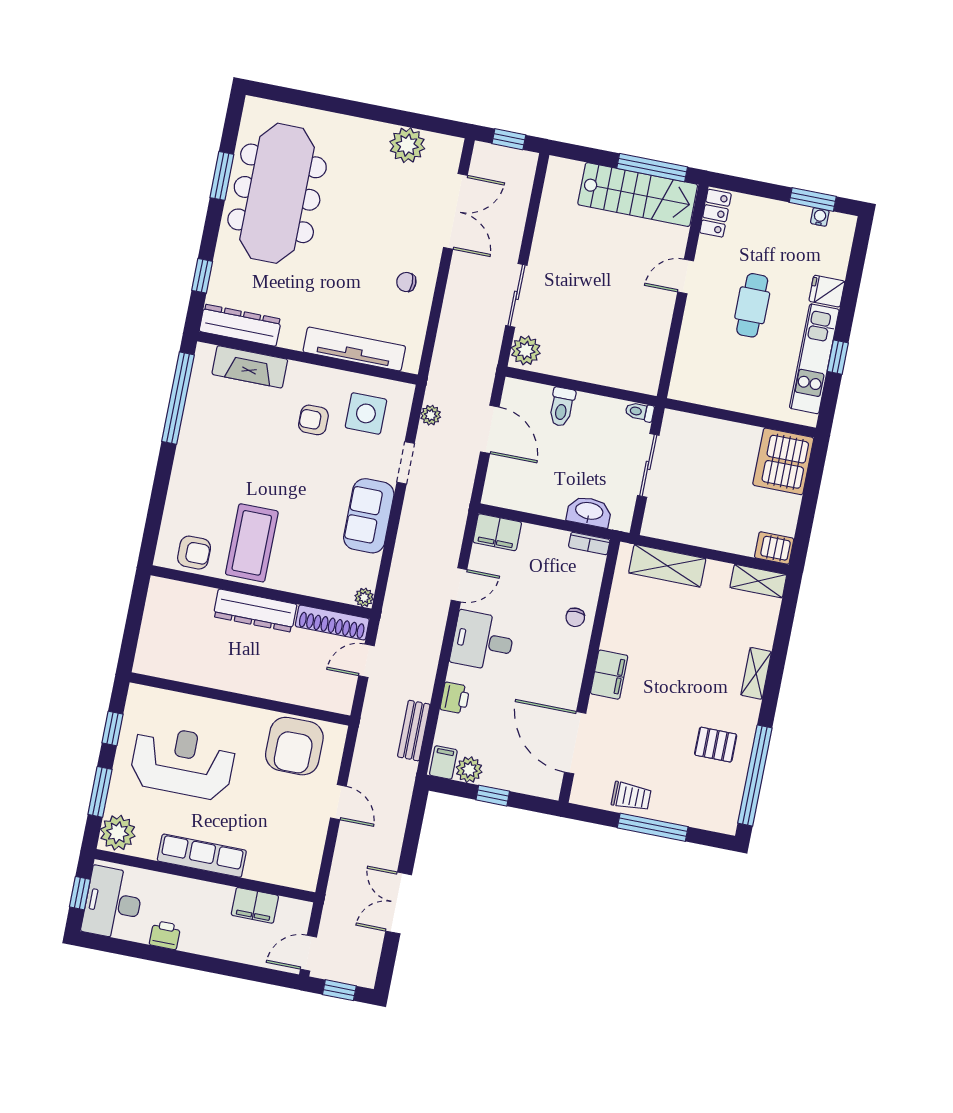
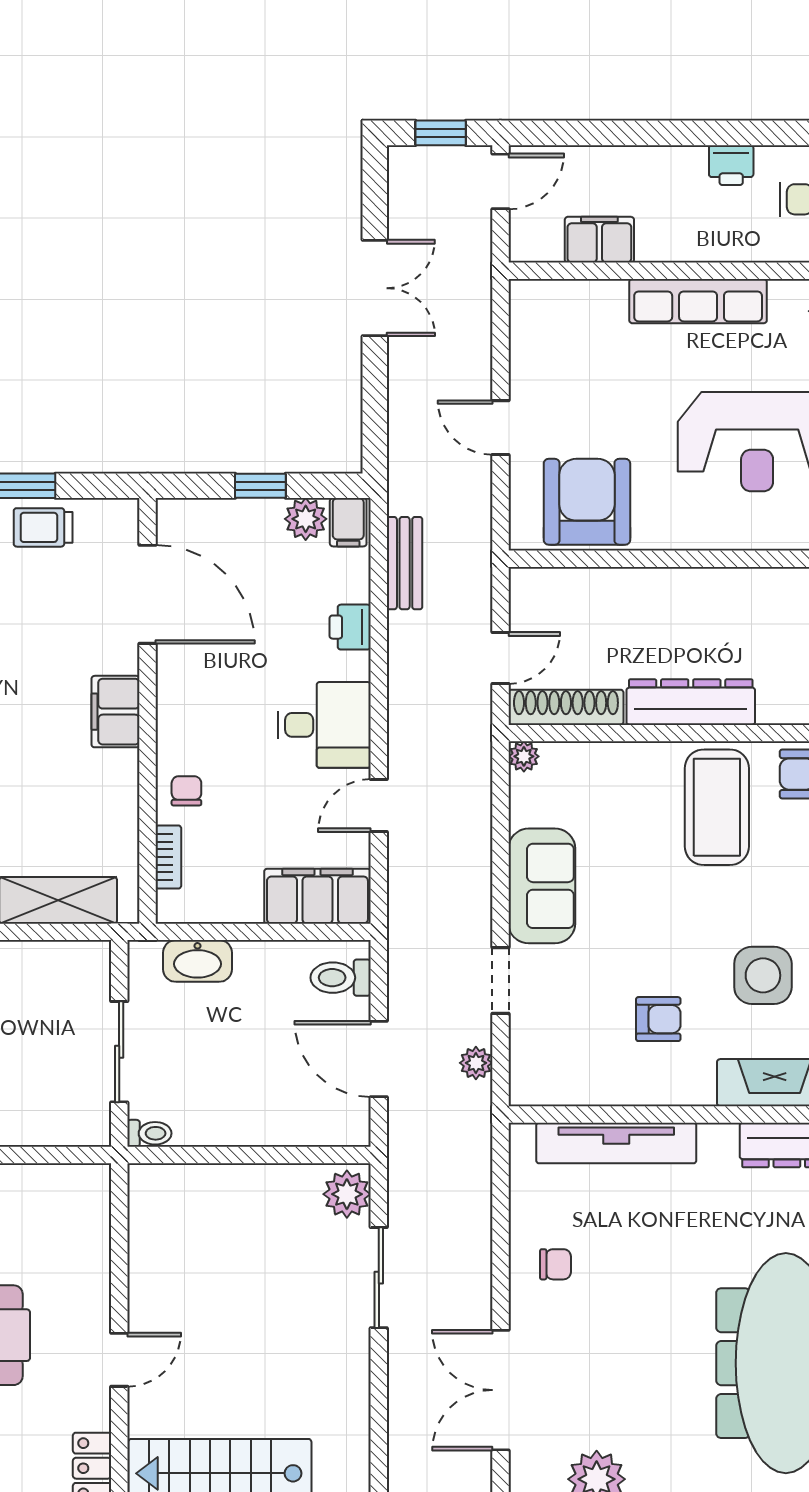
toilet: (562, 407) -> (341, 978), moved, turned -90
side table: (366, 413) -> (763, 975), moved
filing cabinet: (497, 532) -> (317, 896), width x1.50, depth x1.17
bookcase: (589, 543) -> (168, 857), moved, turned 90

